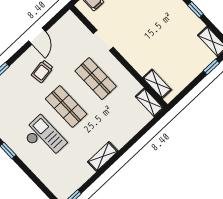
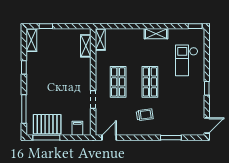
door: (37, 36) -> (109, 138), moved
checkout: (44, 138) -> (187, 60), moved

